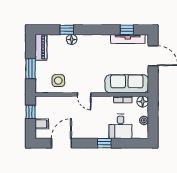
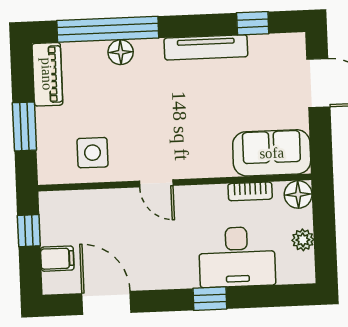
window: (67, 30) -> (108, 29), width x3.17
tv unit: (128, 39) -> (206, 47), moved
sofa: (127, 84) -> (272, 153), width x0.73
desk: (121, 126) -> (237, 257), width x1.37
door: (61, 143) -> (106, 303), hinge flipped

